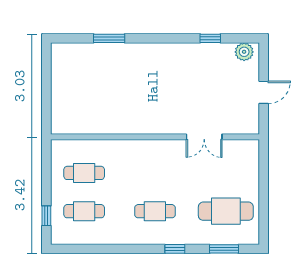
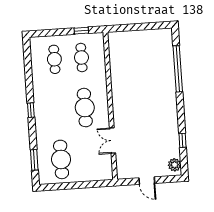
window: (109, 38) -> (178, 69), width x2.11
cafe table: (155, 211) -> (85, 108), moved, width x1.37, depth x1.35
window: (46, 216) -> (81, 31), moved
window: (175, 249) -> (31, 110), moved

